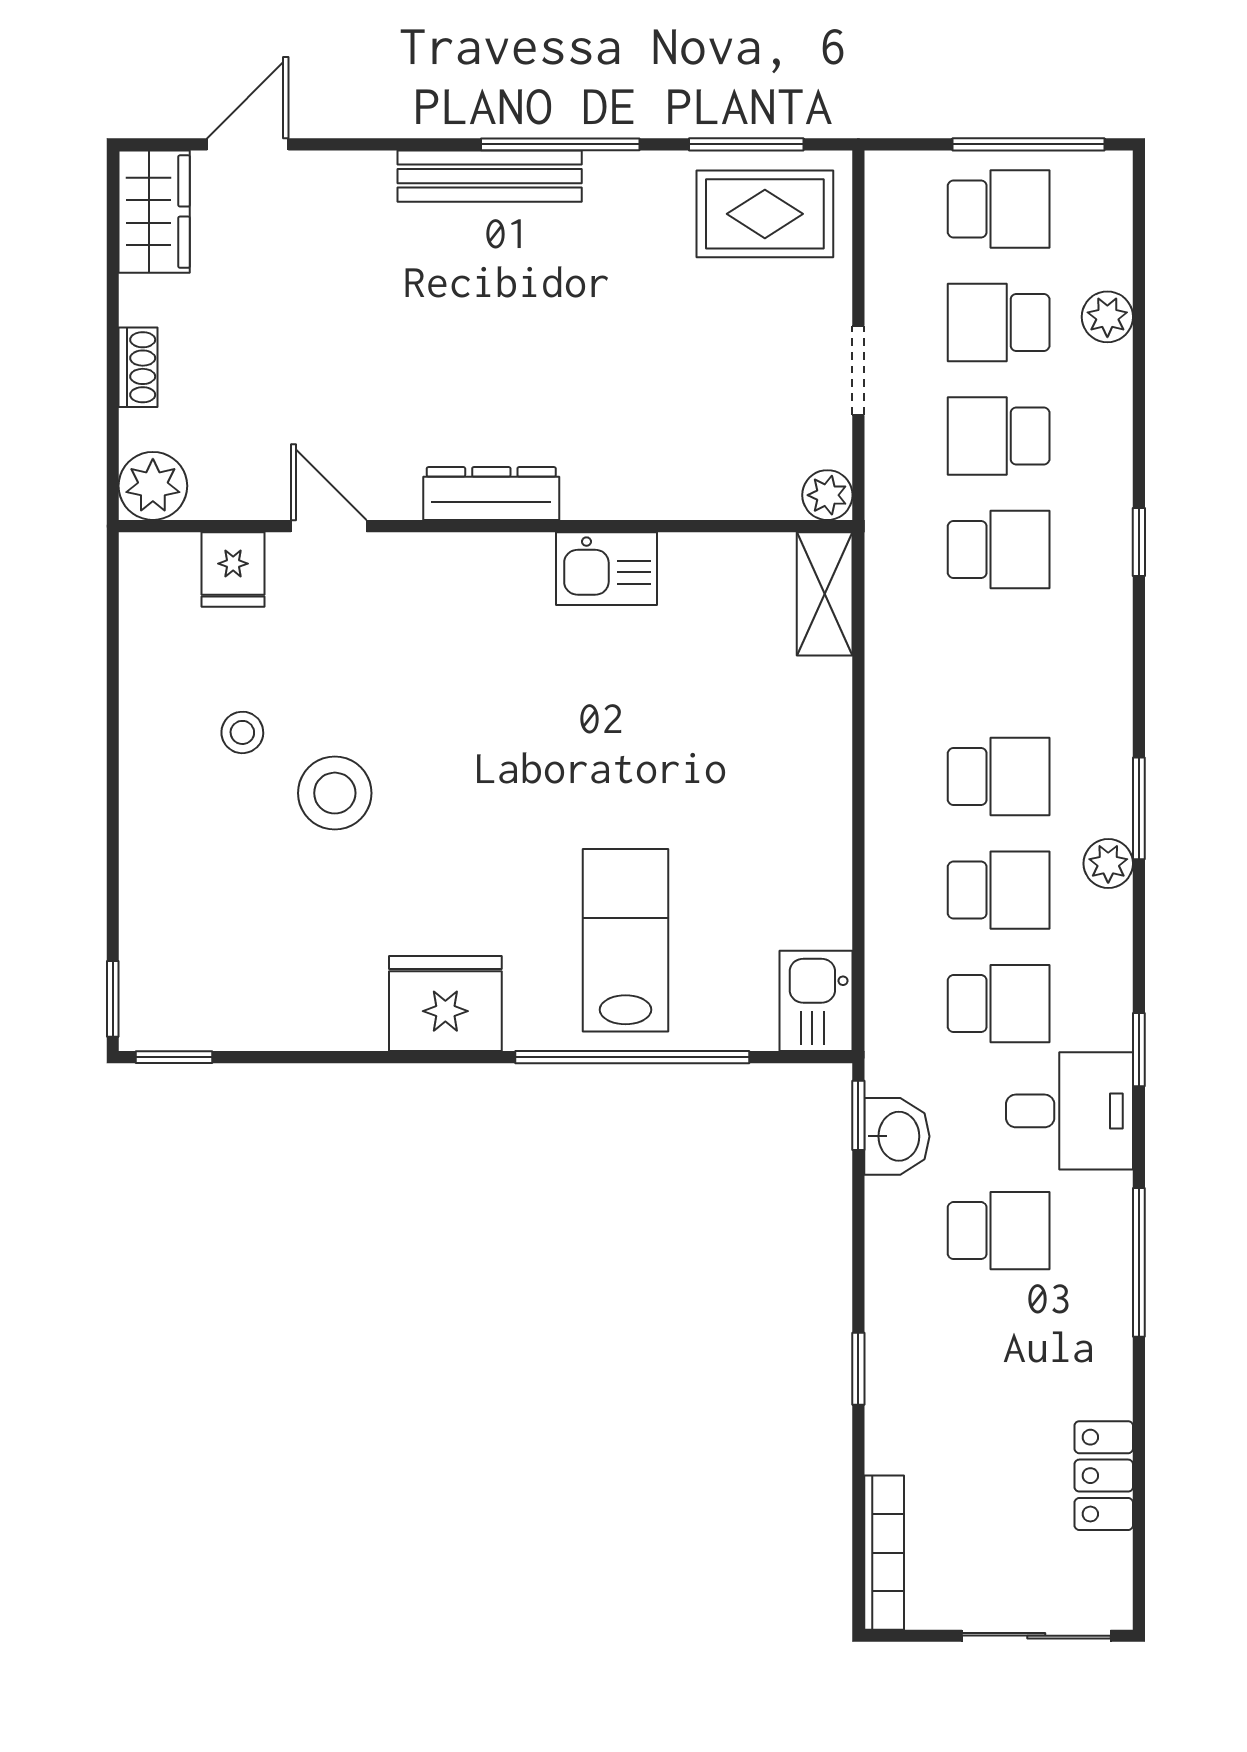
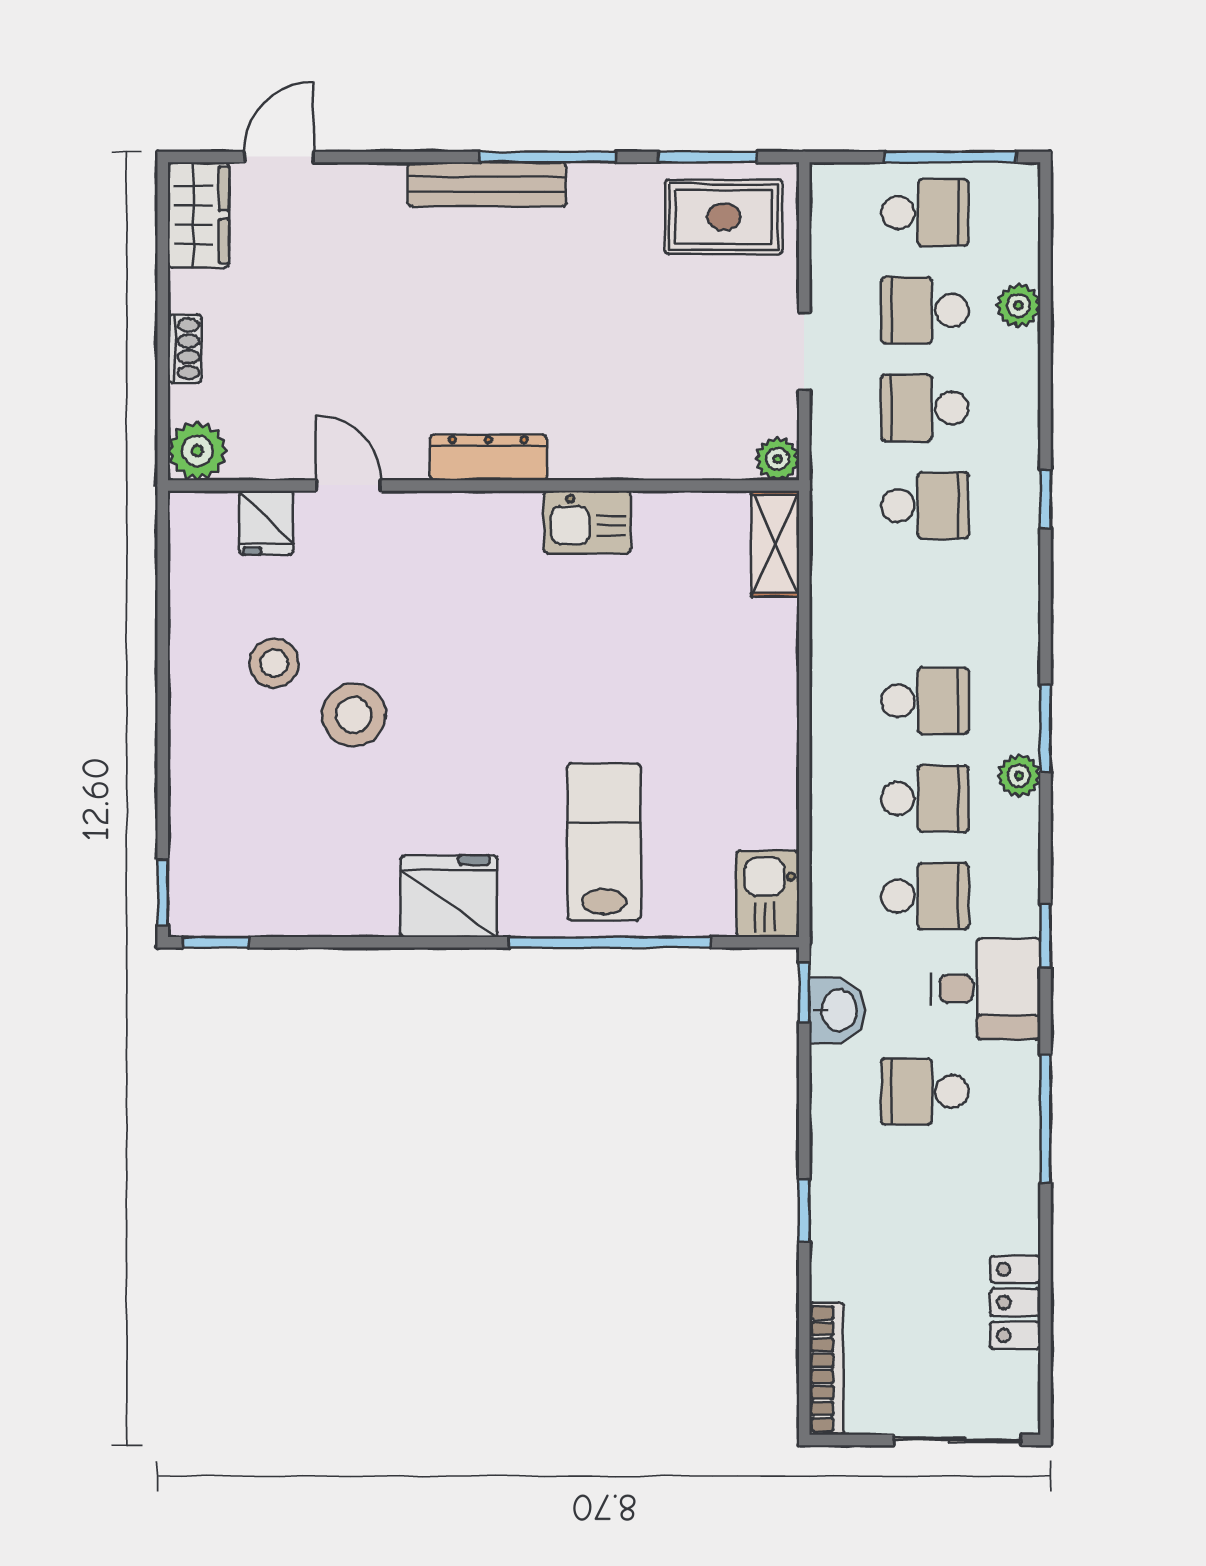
stool: (242, 732) -> (274, 663), width x1.37, depth x1.37
school desk: (999, 1231) -> (925, 1091), turned 180

